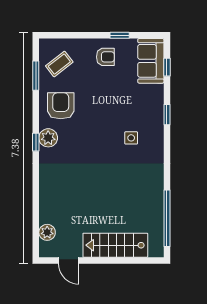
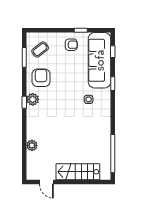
sofa: (151, 61) -> (100, 60), width x1.85, depth x1.27
plant: (47, 232) -> (32, 145), moved

